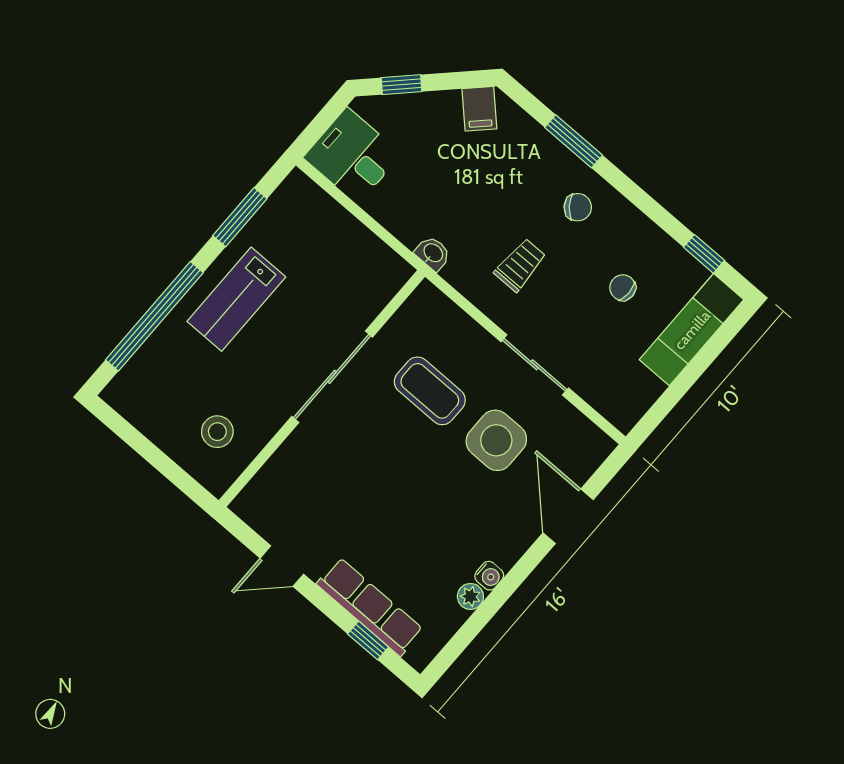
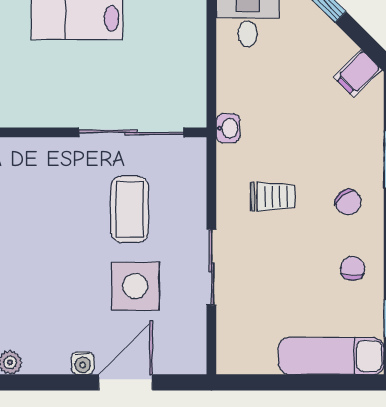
chair: (623, 288) -> (353, 268), moved
sliding door: (332, 377) -> (131, 132), moved
water cooler: (489, 576) -> (83, 363), moved

